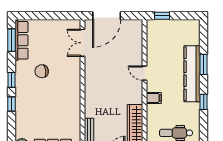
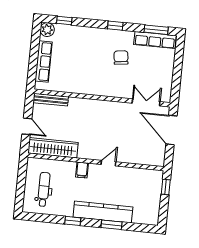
window: (12, 104) -> (64, 21), moved

